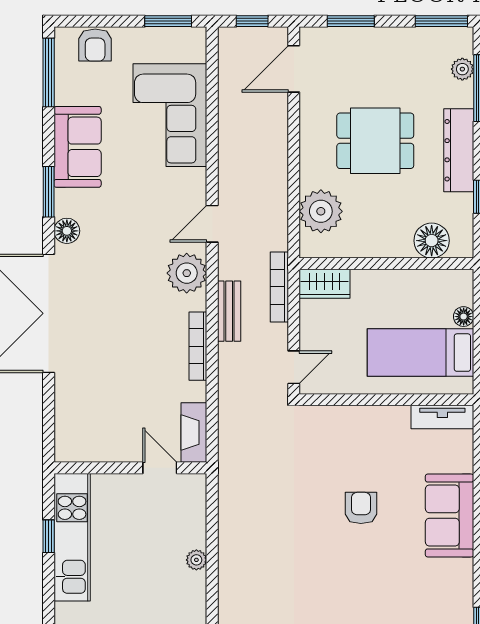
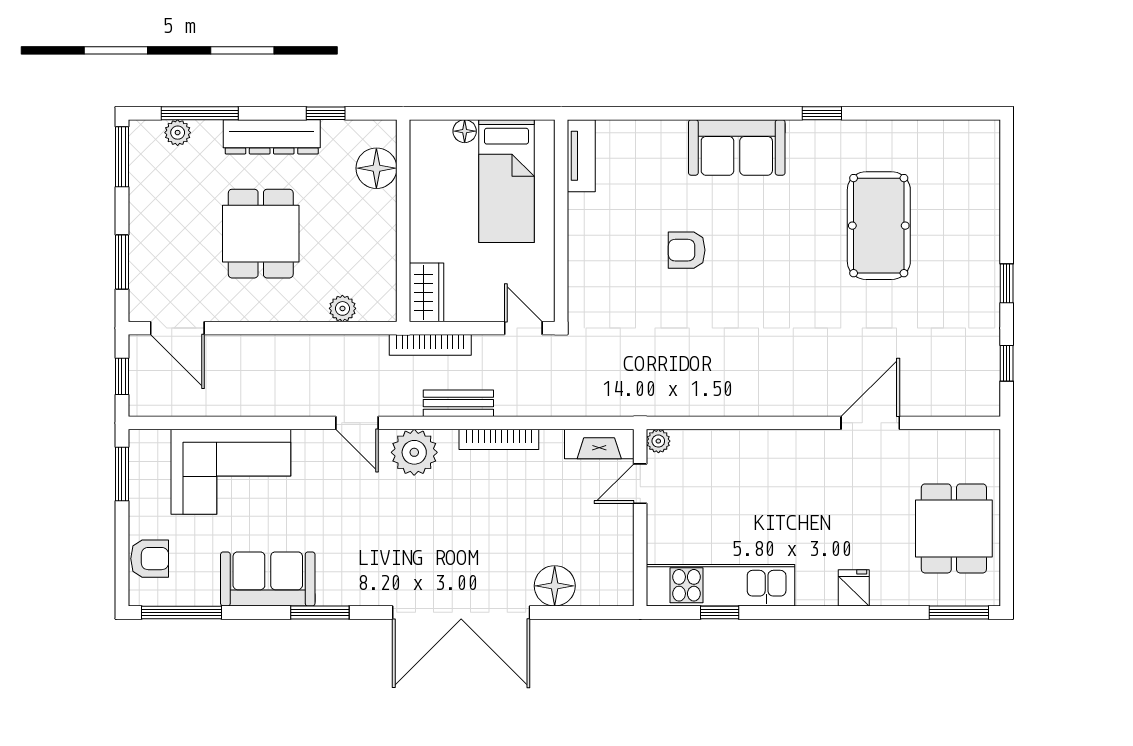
plant: (321, 211) -> (342, 308), width x0.53, depth x0.53
floor lamp: (67, 231) -> (555, 586), moved, width x1.38, depth x1.38
sofa: (450, 516) -> (737, 147), moved
plant: (196, 560) -> (658, 441), moved

